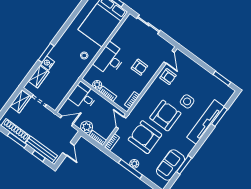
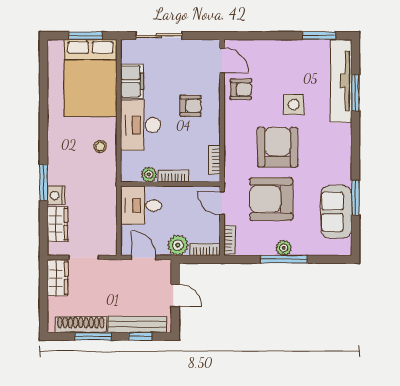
filing cabinet: (121, 36) -> (132, 81), added
door: (67, 121) -> (144, 257), hinge flipped
tv unit: (205, 122) -> (341, 81), moved

